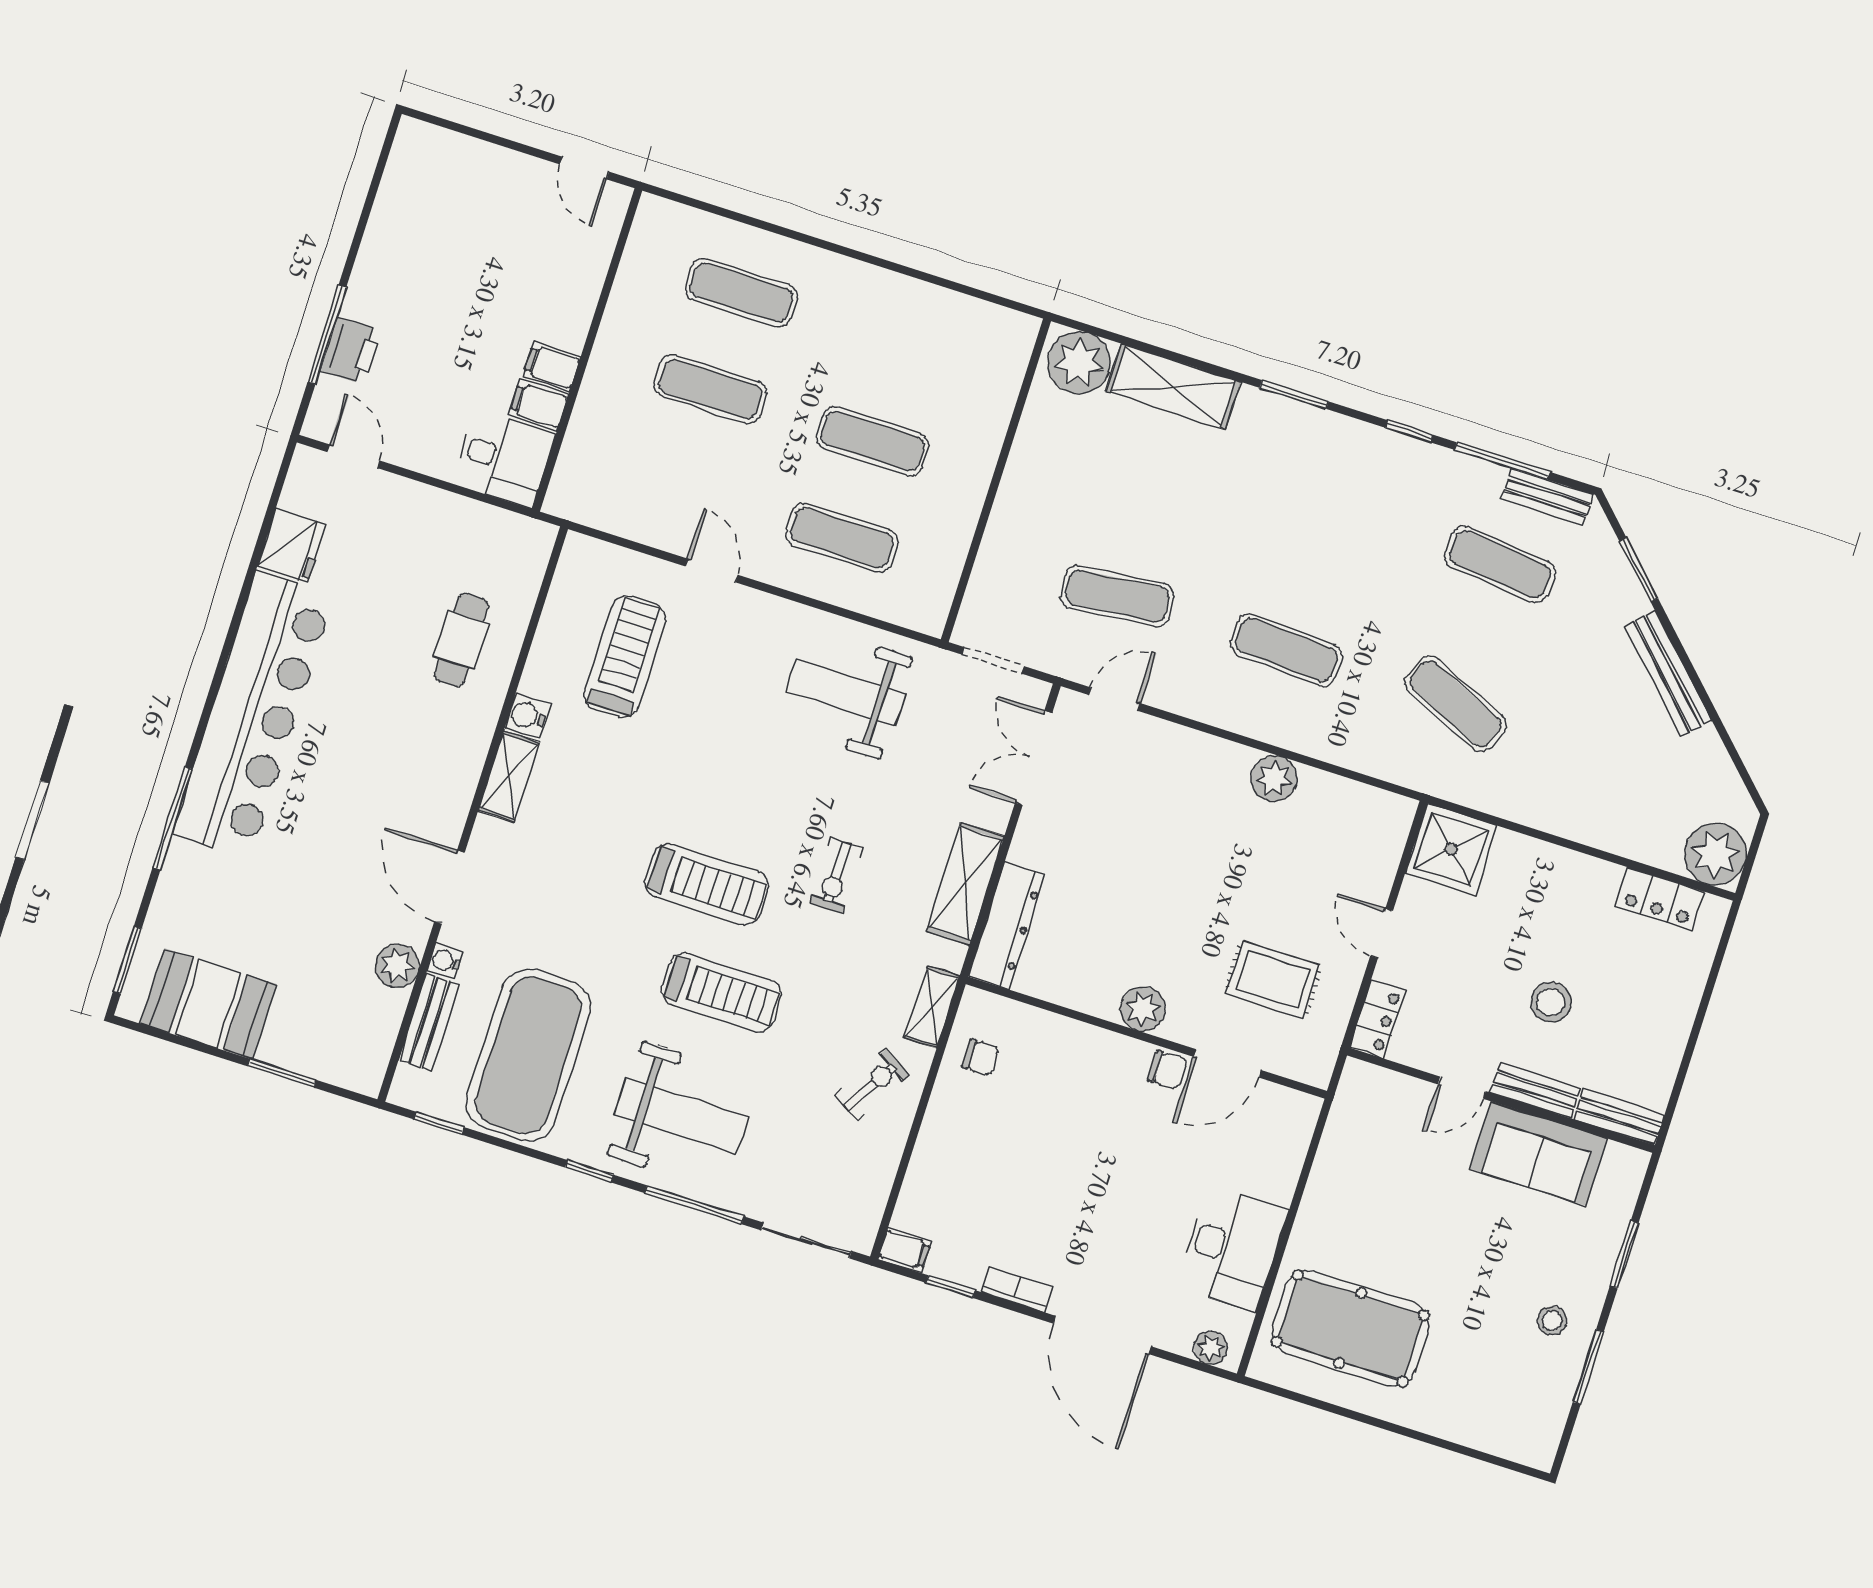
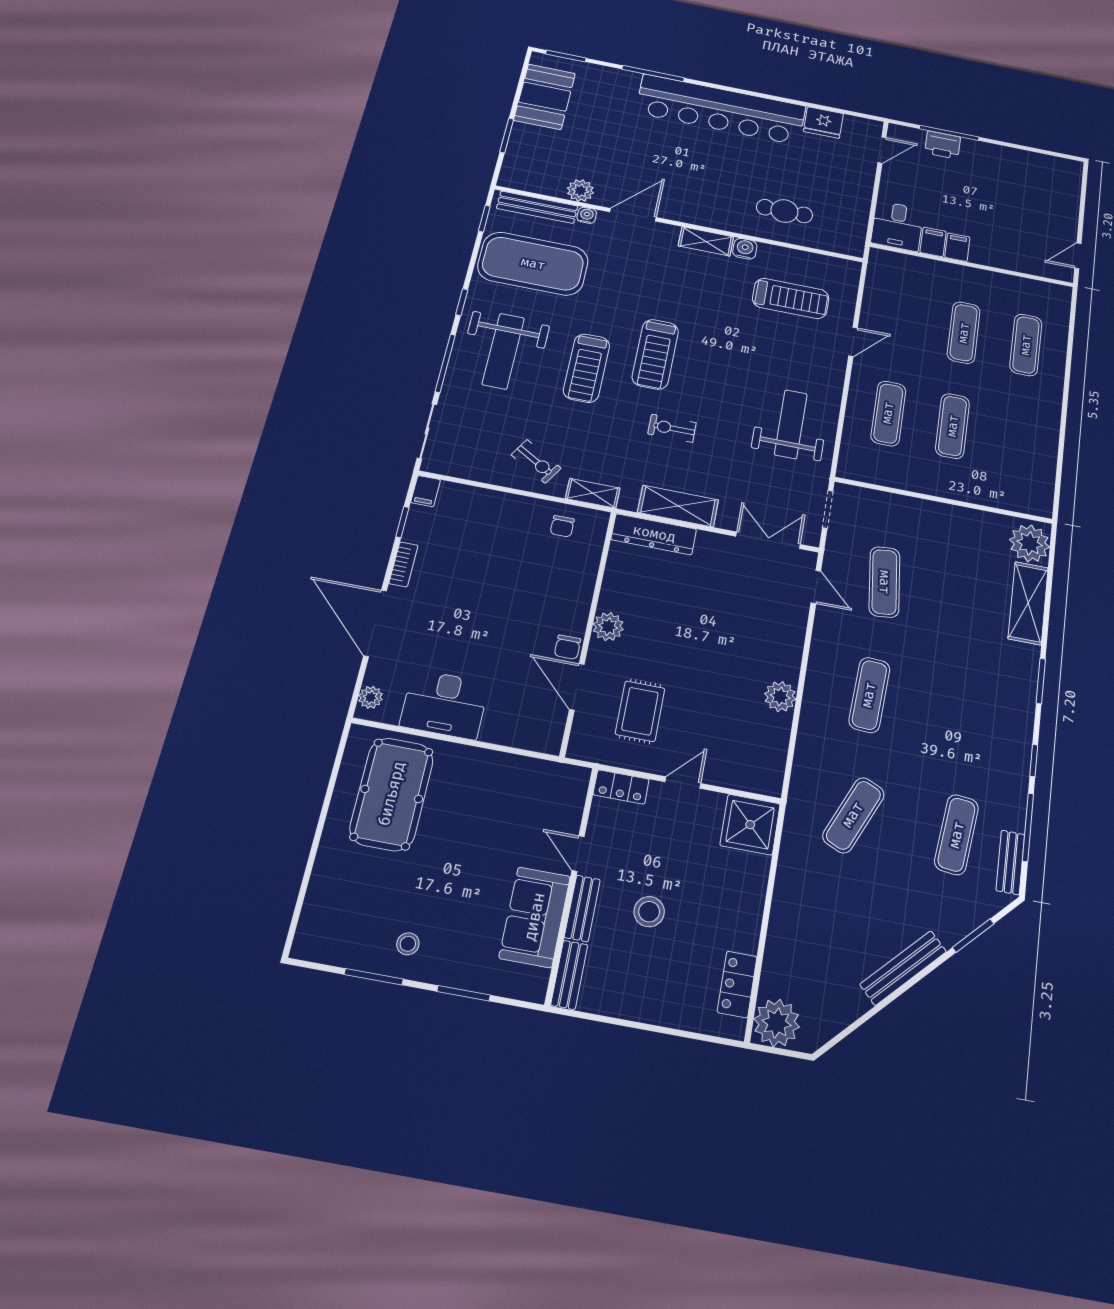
bench: (429, 1022) -> (537, 207), width x1.36
door: (1102, 1335) -> (375, 623), hinge flipped

